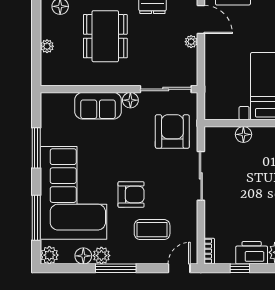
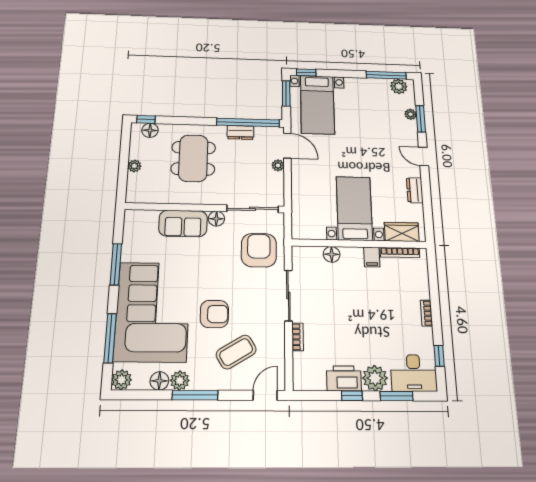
coffee table: (152, 230) -> (236, 352), turned -31
bookcase: (209, 251) -> (298, 337), moved
window: (240, 268) -> (352, 396), moved

